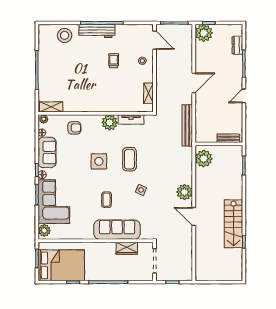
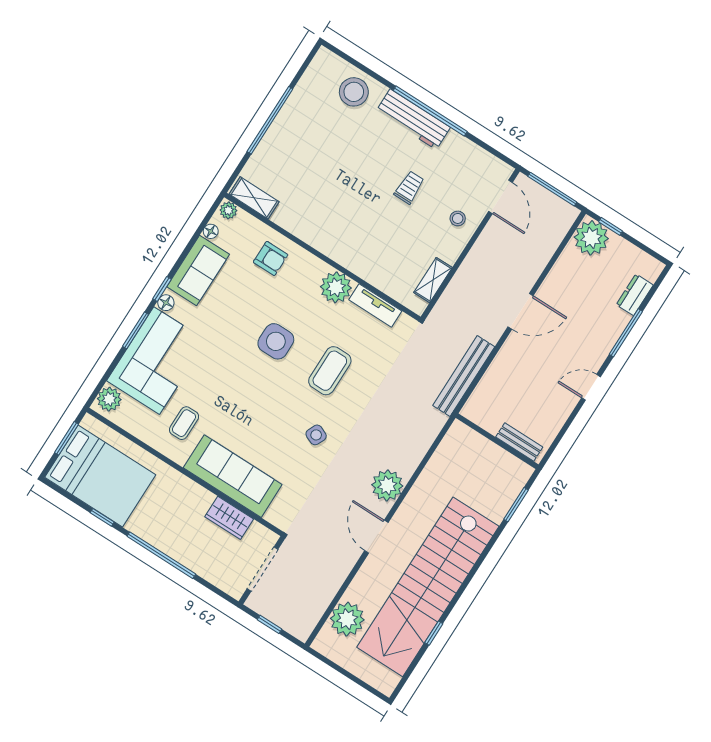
plant: (204, 159) -> (347, 619), moved
coffee table: (107, 200) -> (184, 423), moved
stairs: (233, 224) -> (428, 587), width x1.86, depth x1.51

